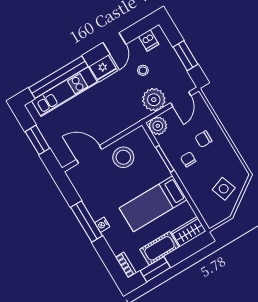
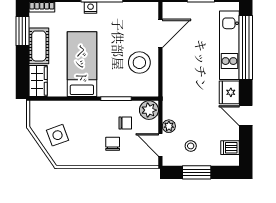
stool: (143, 70) -> (191, 146), moved
plant: (154, 100) -> (169, 126), width x0.53, depth x0.53
chair: (188, 159) -> (125, 123), moved

